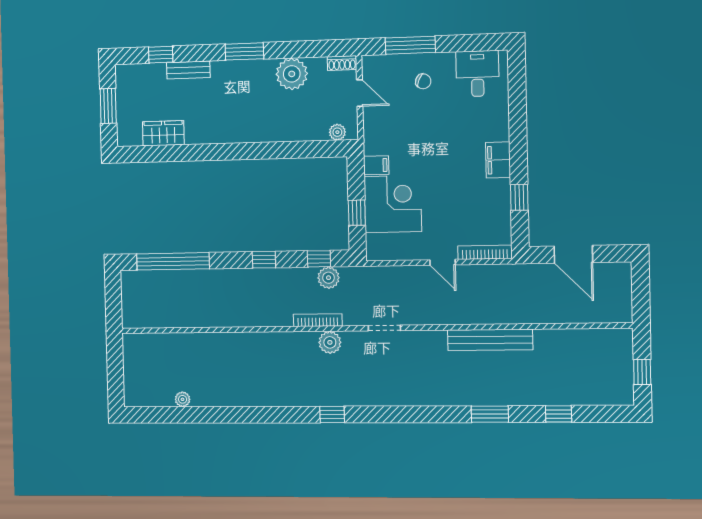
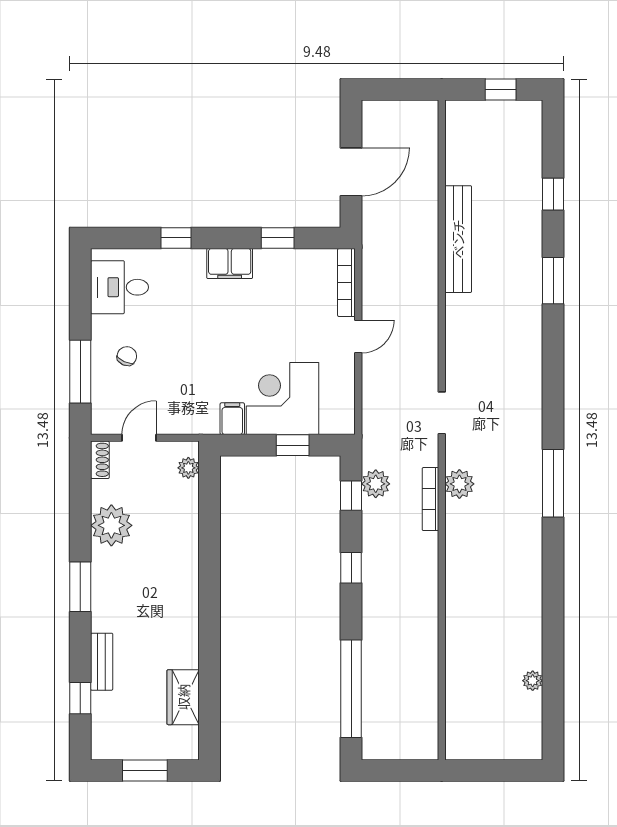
window: (518, 117) -> (176, 238), added
bench: (490, 340) -> (458, 239), moved
window: (332, 414) -> (553, 483), width x2.17

